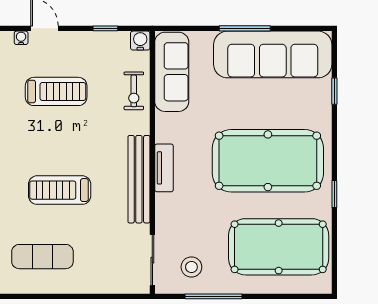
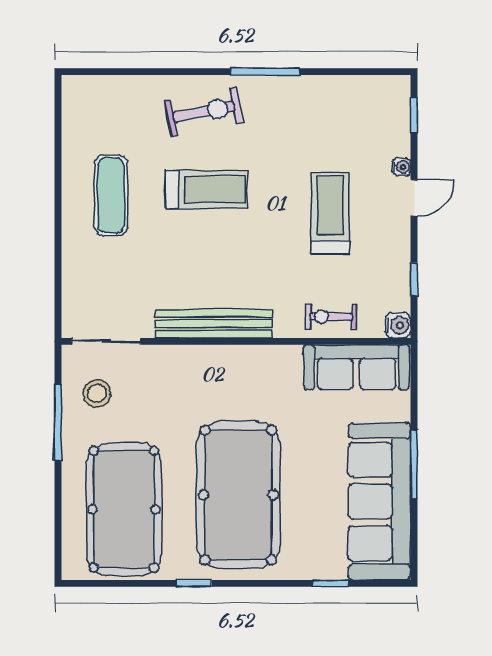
treadmill: (56, 91) -> (330, 213), turned 180
tv unit: (164, 168) -> (229, 357), removed
treadmill: (60, 190) -> (207, 190), moved, turned 90

